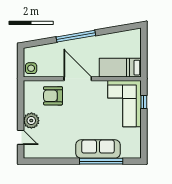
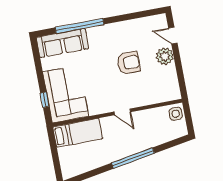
door: (78, 79) -> (122, 112), width x0.53
armchair: (53, 96) -> (129, 63), moved
sofa: (98, 149) -> (62, 43), moved

